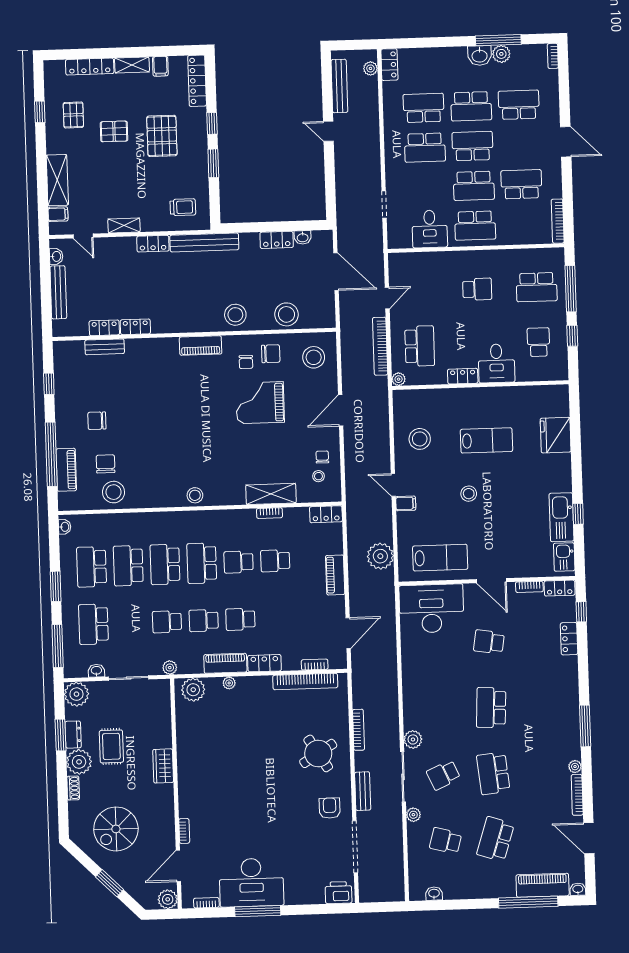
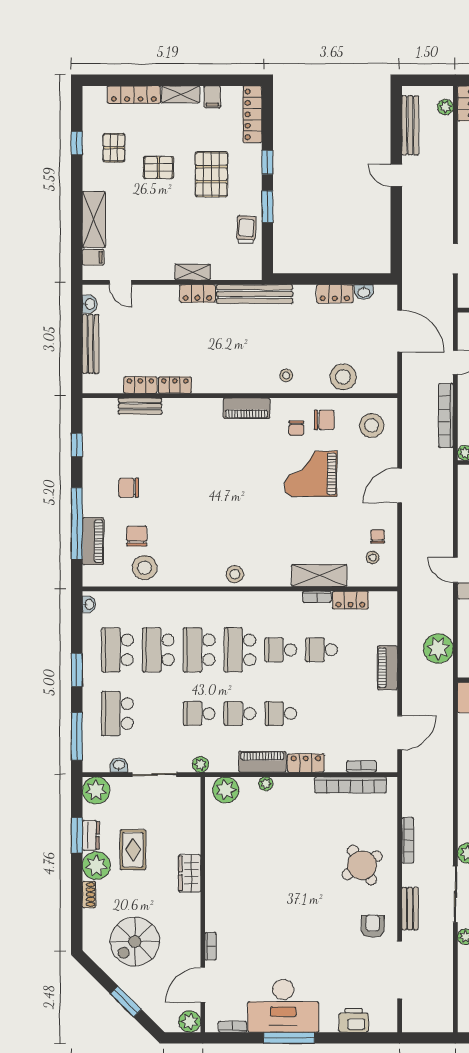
trolley: (183, 207) -> (246, 230), moved, turned -87
shelving: (124, 225) -> (193, 272), moved
stool: (235, 315) -> (286, 375), width x0.53, depth x0.53
locker: (326, 514) -> (350, 600), moved
printer: (339, 893) -> (354, 1020), moved

